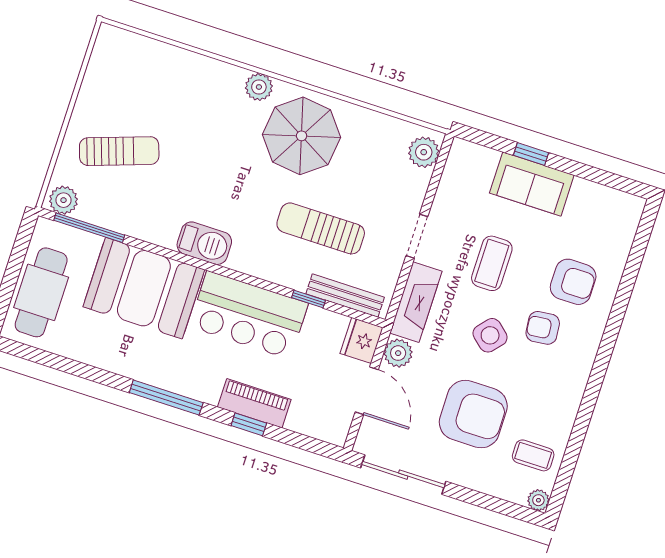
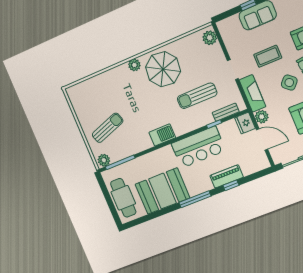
coffee table: (492, 263) -> (268, 56), turned 90
booth: (144, 288) -> (162, 191), moved
bench: (345, 296) -> (226, 112), width x0.73

